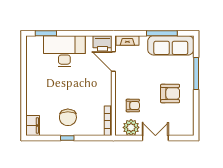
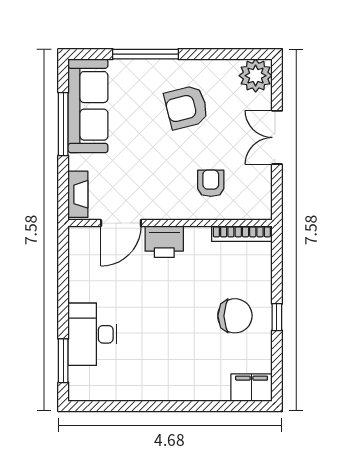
printer: (103, 43) -> (164, 242), moved, turned 90
desk: (64, 51) -> (92, 334), width x0.73, depth x0.77
armchair: (170, 94) -> (186, 107), turned -104
plant: (131, 127) -> (256, 76), moved

